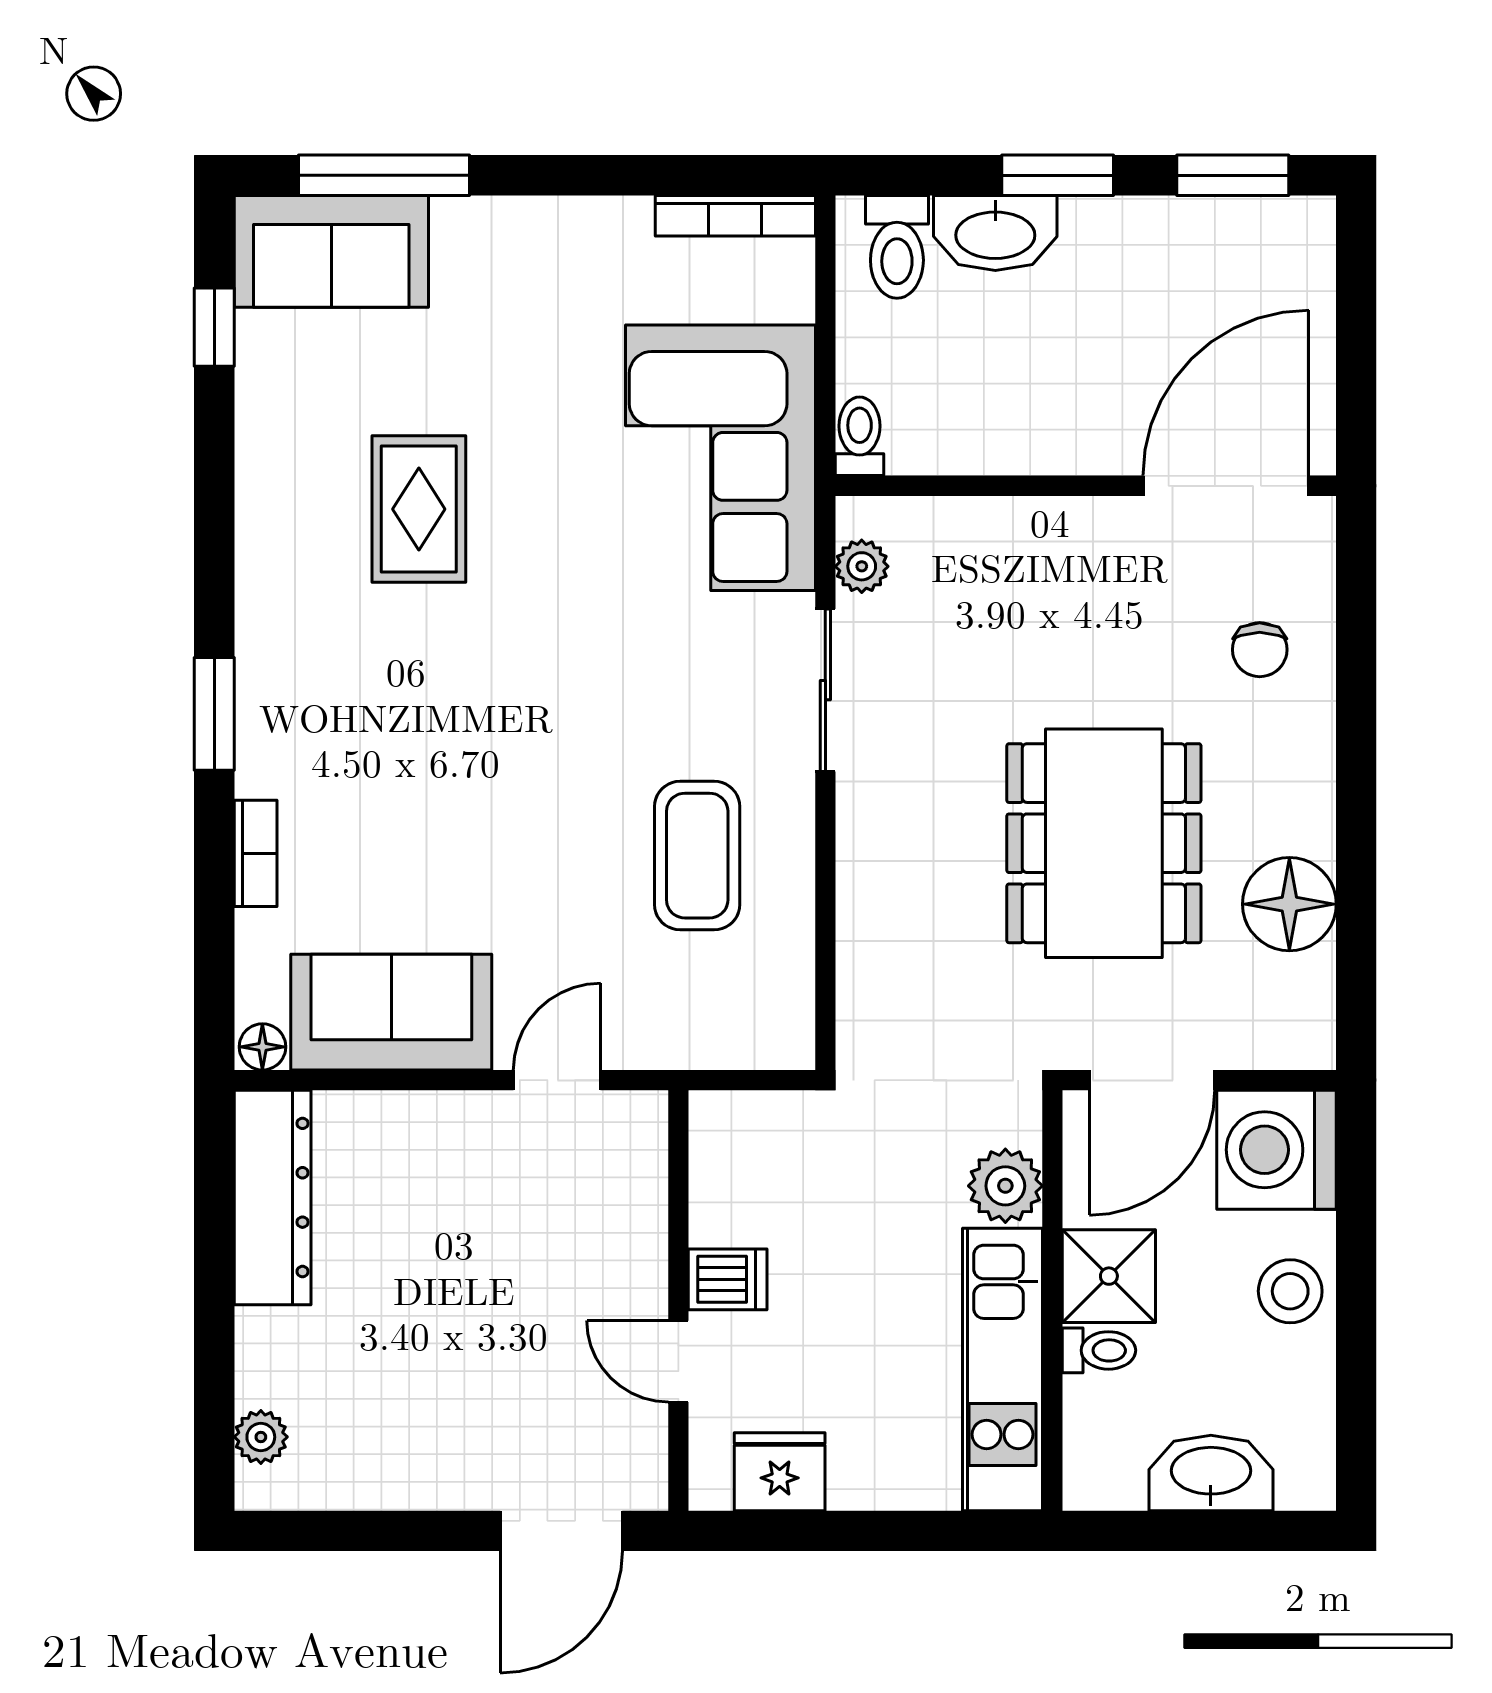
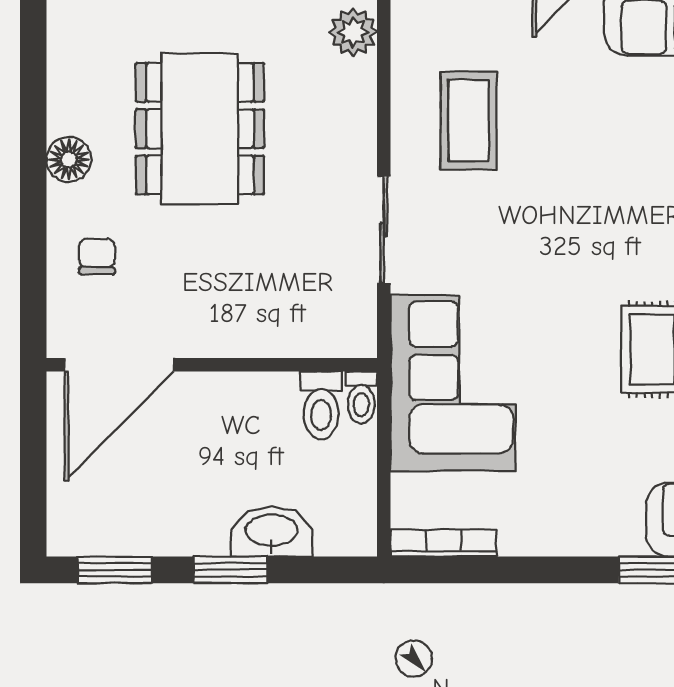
toilet: (897, 247) -> (321, 405), moved, turned 180
plant: (862, 566) -> (353, 32), moved, width x1.38, depth x1.38
floor lamp: (1289, 904) -> (69, 159), moved, width x0.73, depth x0.73

